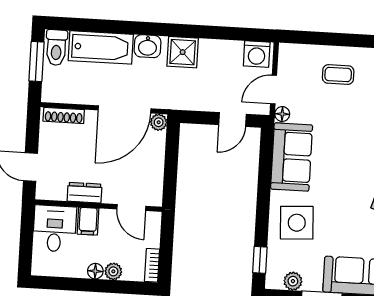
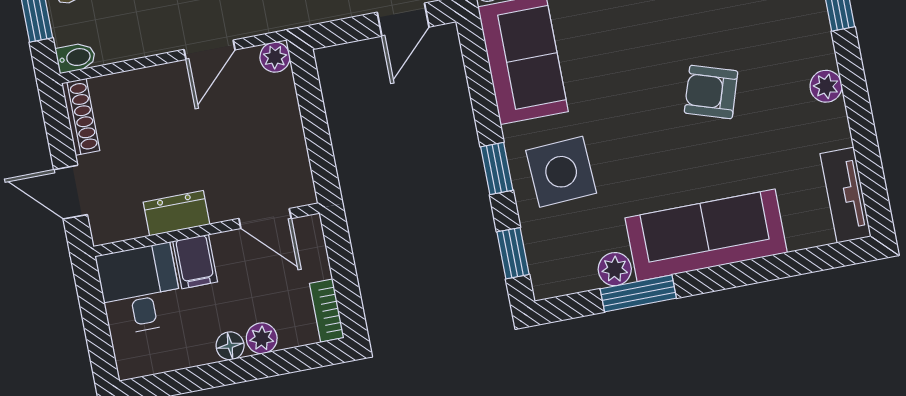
bidet: (52, 95) -> (76, 58), added
door: (125, 109) -> (210, 50), width x0.53
shoe rack: (64, 115) -> (81, 117), moved, turned -90
window: (263, 212) -> (497, 169), added
plant: (293, 281) -> (615, 269), moved

